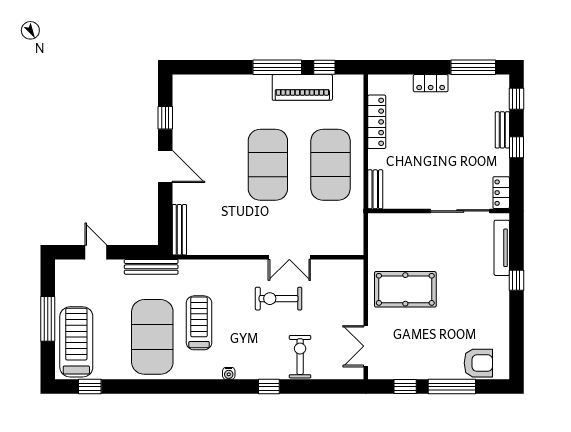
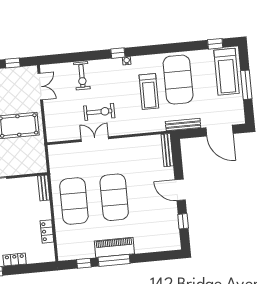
piano: (302, 87) -> (114, 247), moved
locker: (377, 122) -> (47, 231), width x0.66
door: (96, 252) -> (219, 131), width x1.88
window: (269, 387) -> (118, 53), moved

